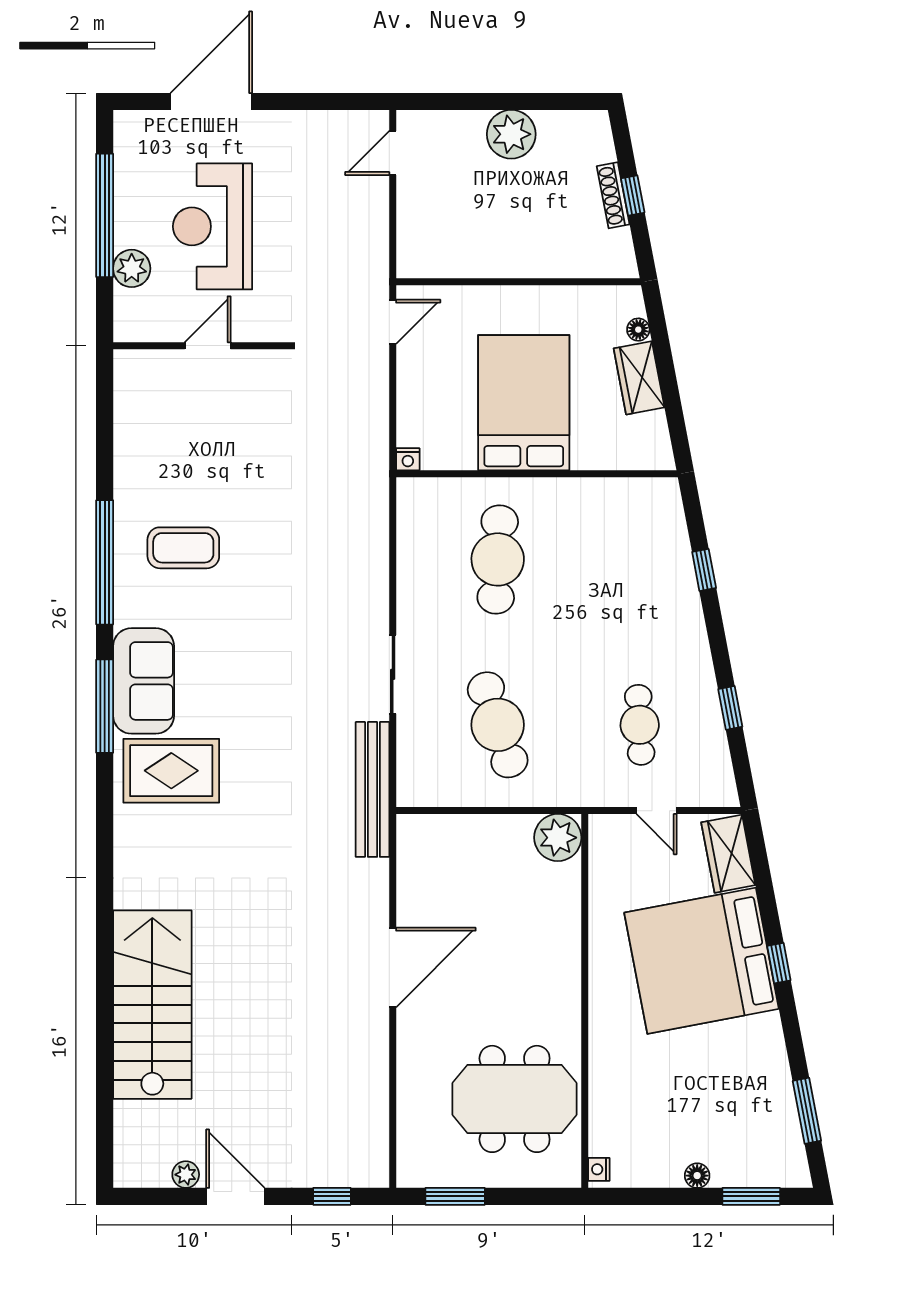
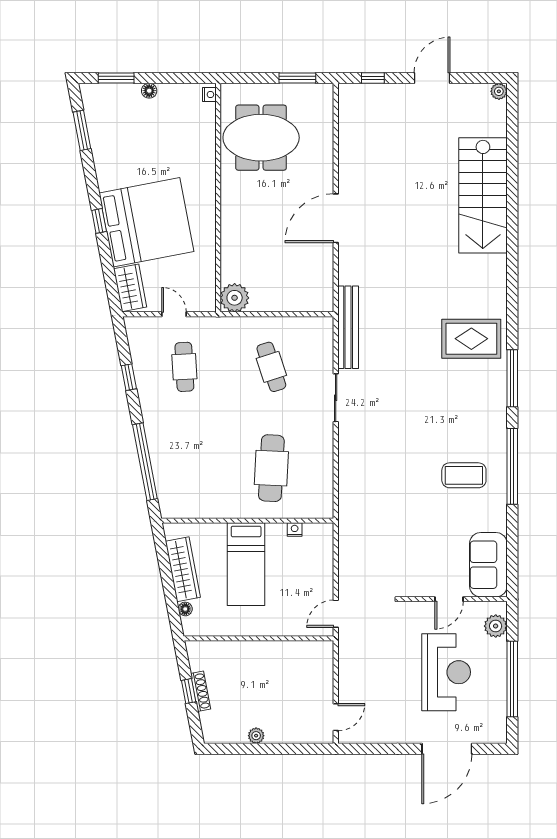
plant: (511, 134) -> (256, 736), width x0.53, depth x0.53
plant: (132, 268) -> (496, 626), moved
wardrobe: (639, 378) -> (183, 569), width x1.50
bed: (524, 403) -> (246, 564), width x0.67
nightstand: (408, 459) -> (295, 530), moved
window: (704, 570) -> (145, 462), width x3.17
sofa: (144, 681) -> (488, 565), moved
cafe table: (498, 725) -> (271, 367), width x0.73, depth x0.74
plant: (186, 1175) -> (499, 91), moved
door: (235, 1196) -> (432, 78), swing flipped

